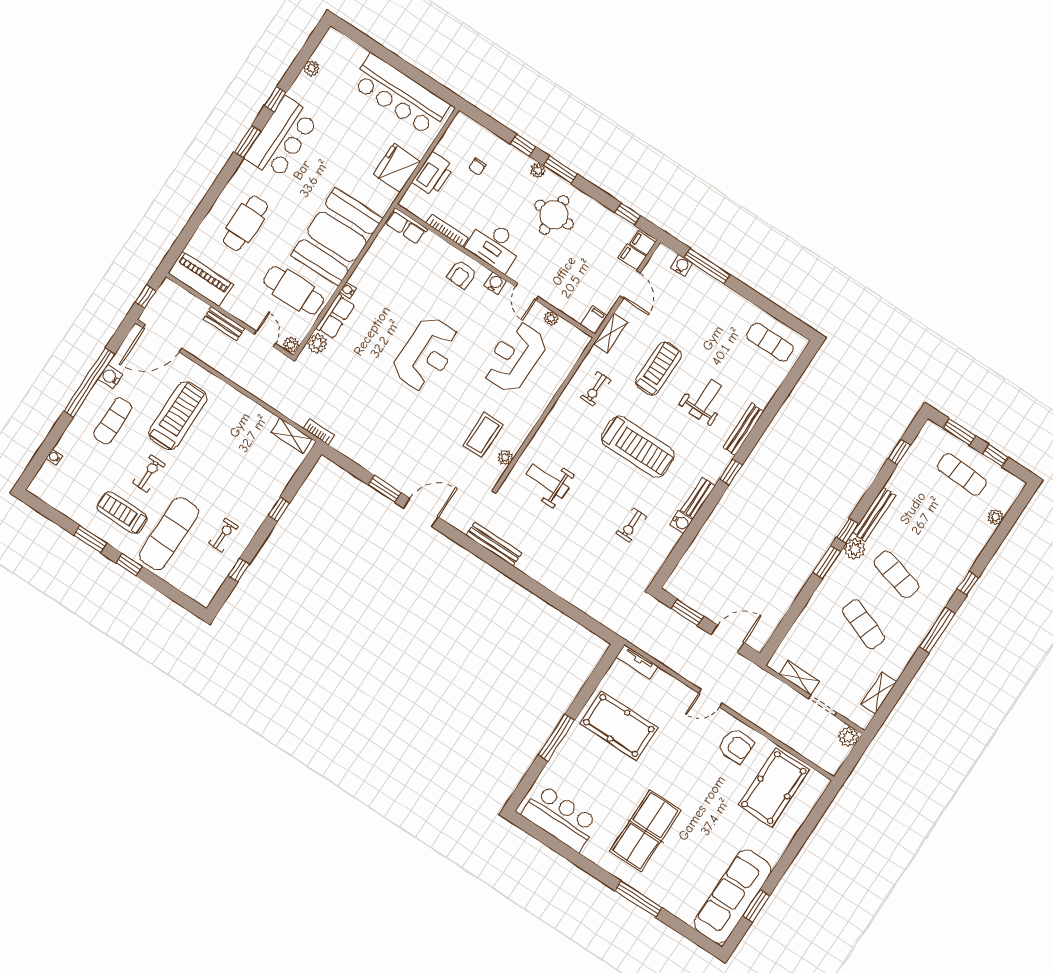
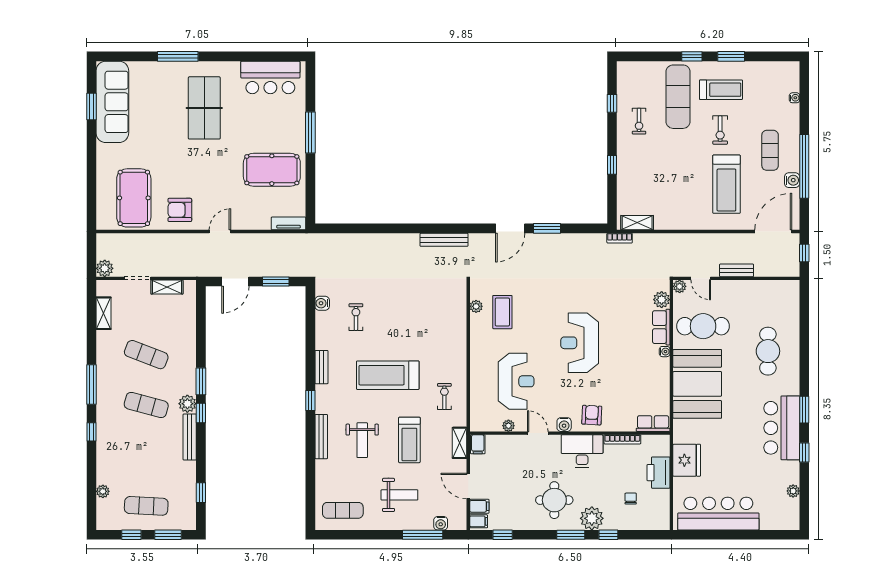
plant: (538, 170) -> (592, 518), width x1.88, depth x1.88
piano: (201, 279) -> (774, 291), removed
weight bench: (547, 481) -> (399, 495), moved
water cooler: (681, 522) -> (322, 303), moved

